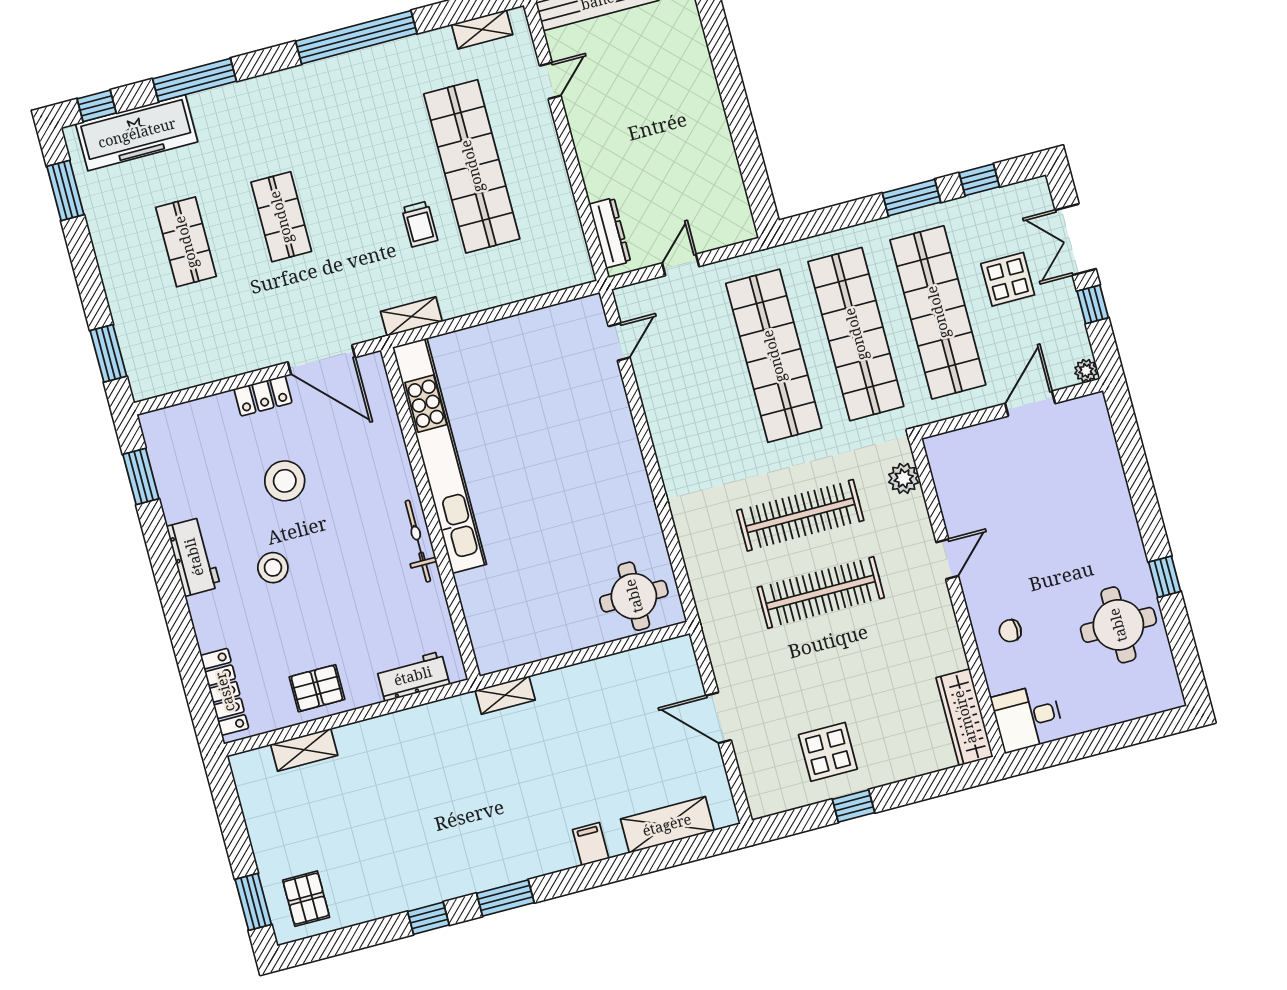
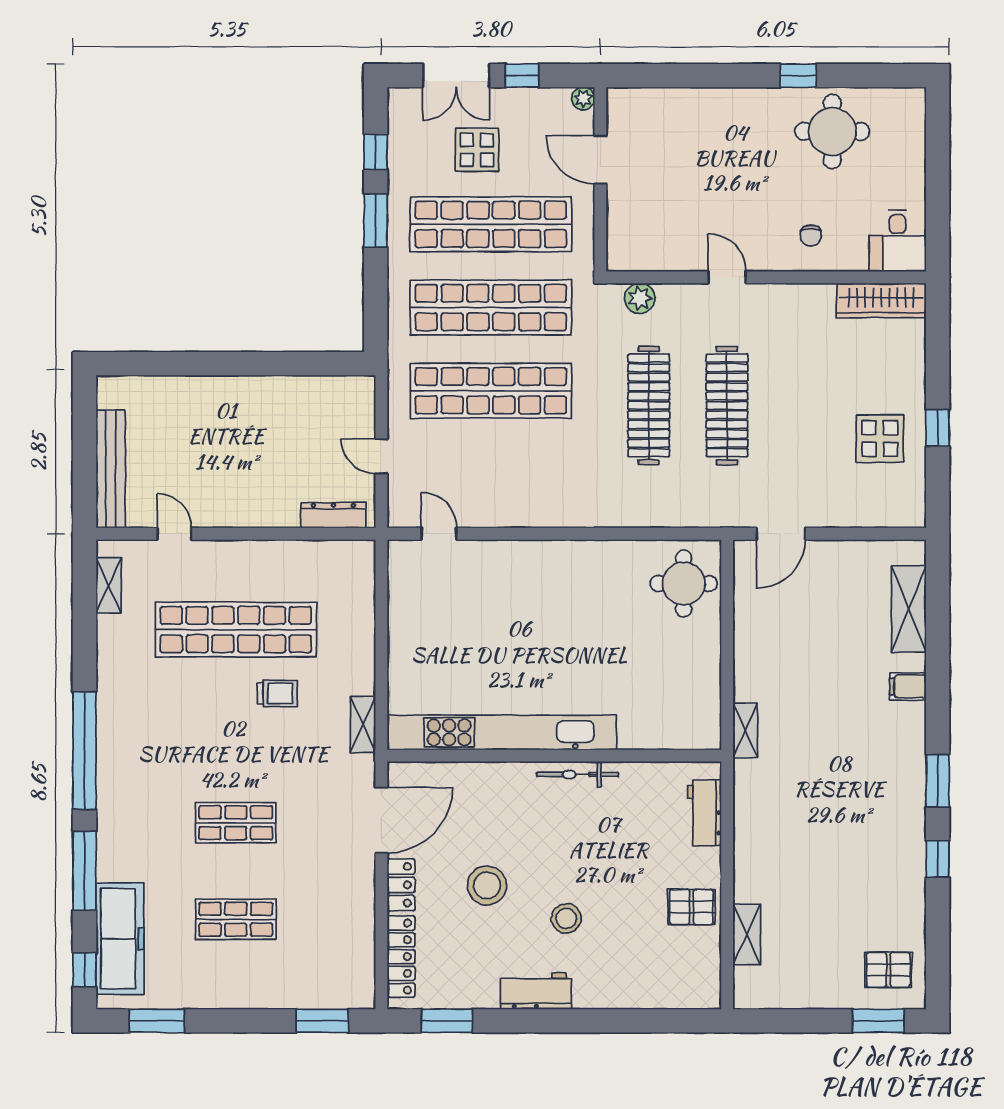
window: (356, 37) -> (85, 751), moved
pallet: (317, 688) -> (692, 907), turned 90
locker: (225, 692) -> (401, 957), moved, turned 90
door: (718, 718) -> (781, 534), moved

